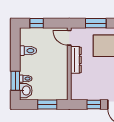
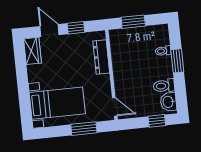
dresser: (76, 60) -> (101, 57), moved
window: (15, 81) -> (177, 61), moved
washbasin: (26, 91) -> (168, 102), moved

